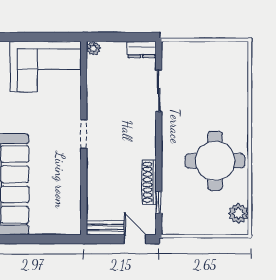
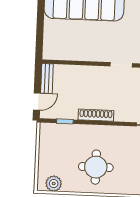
round table: (215, 161) -> (96, 167), width x0.73, depth x0.73
shoe rack: (149, 182) -> (96, 115), moved

